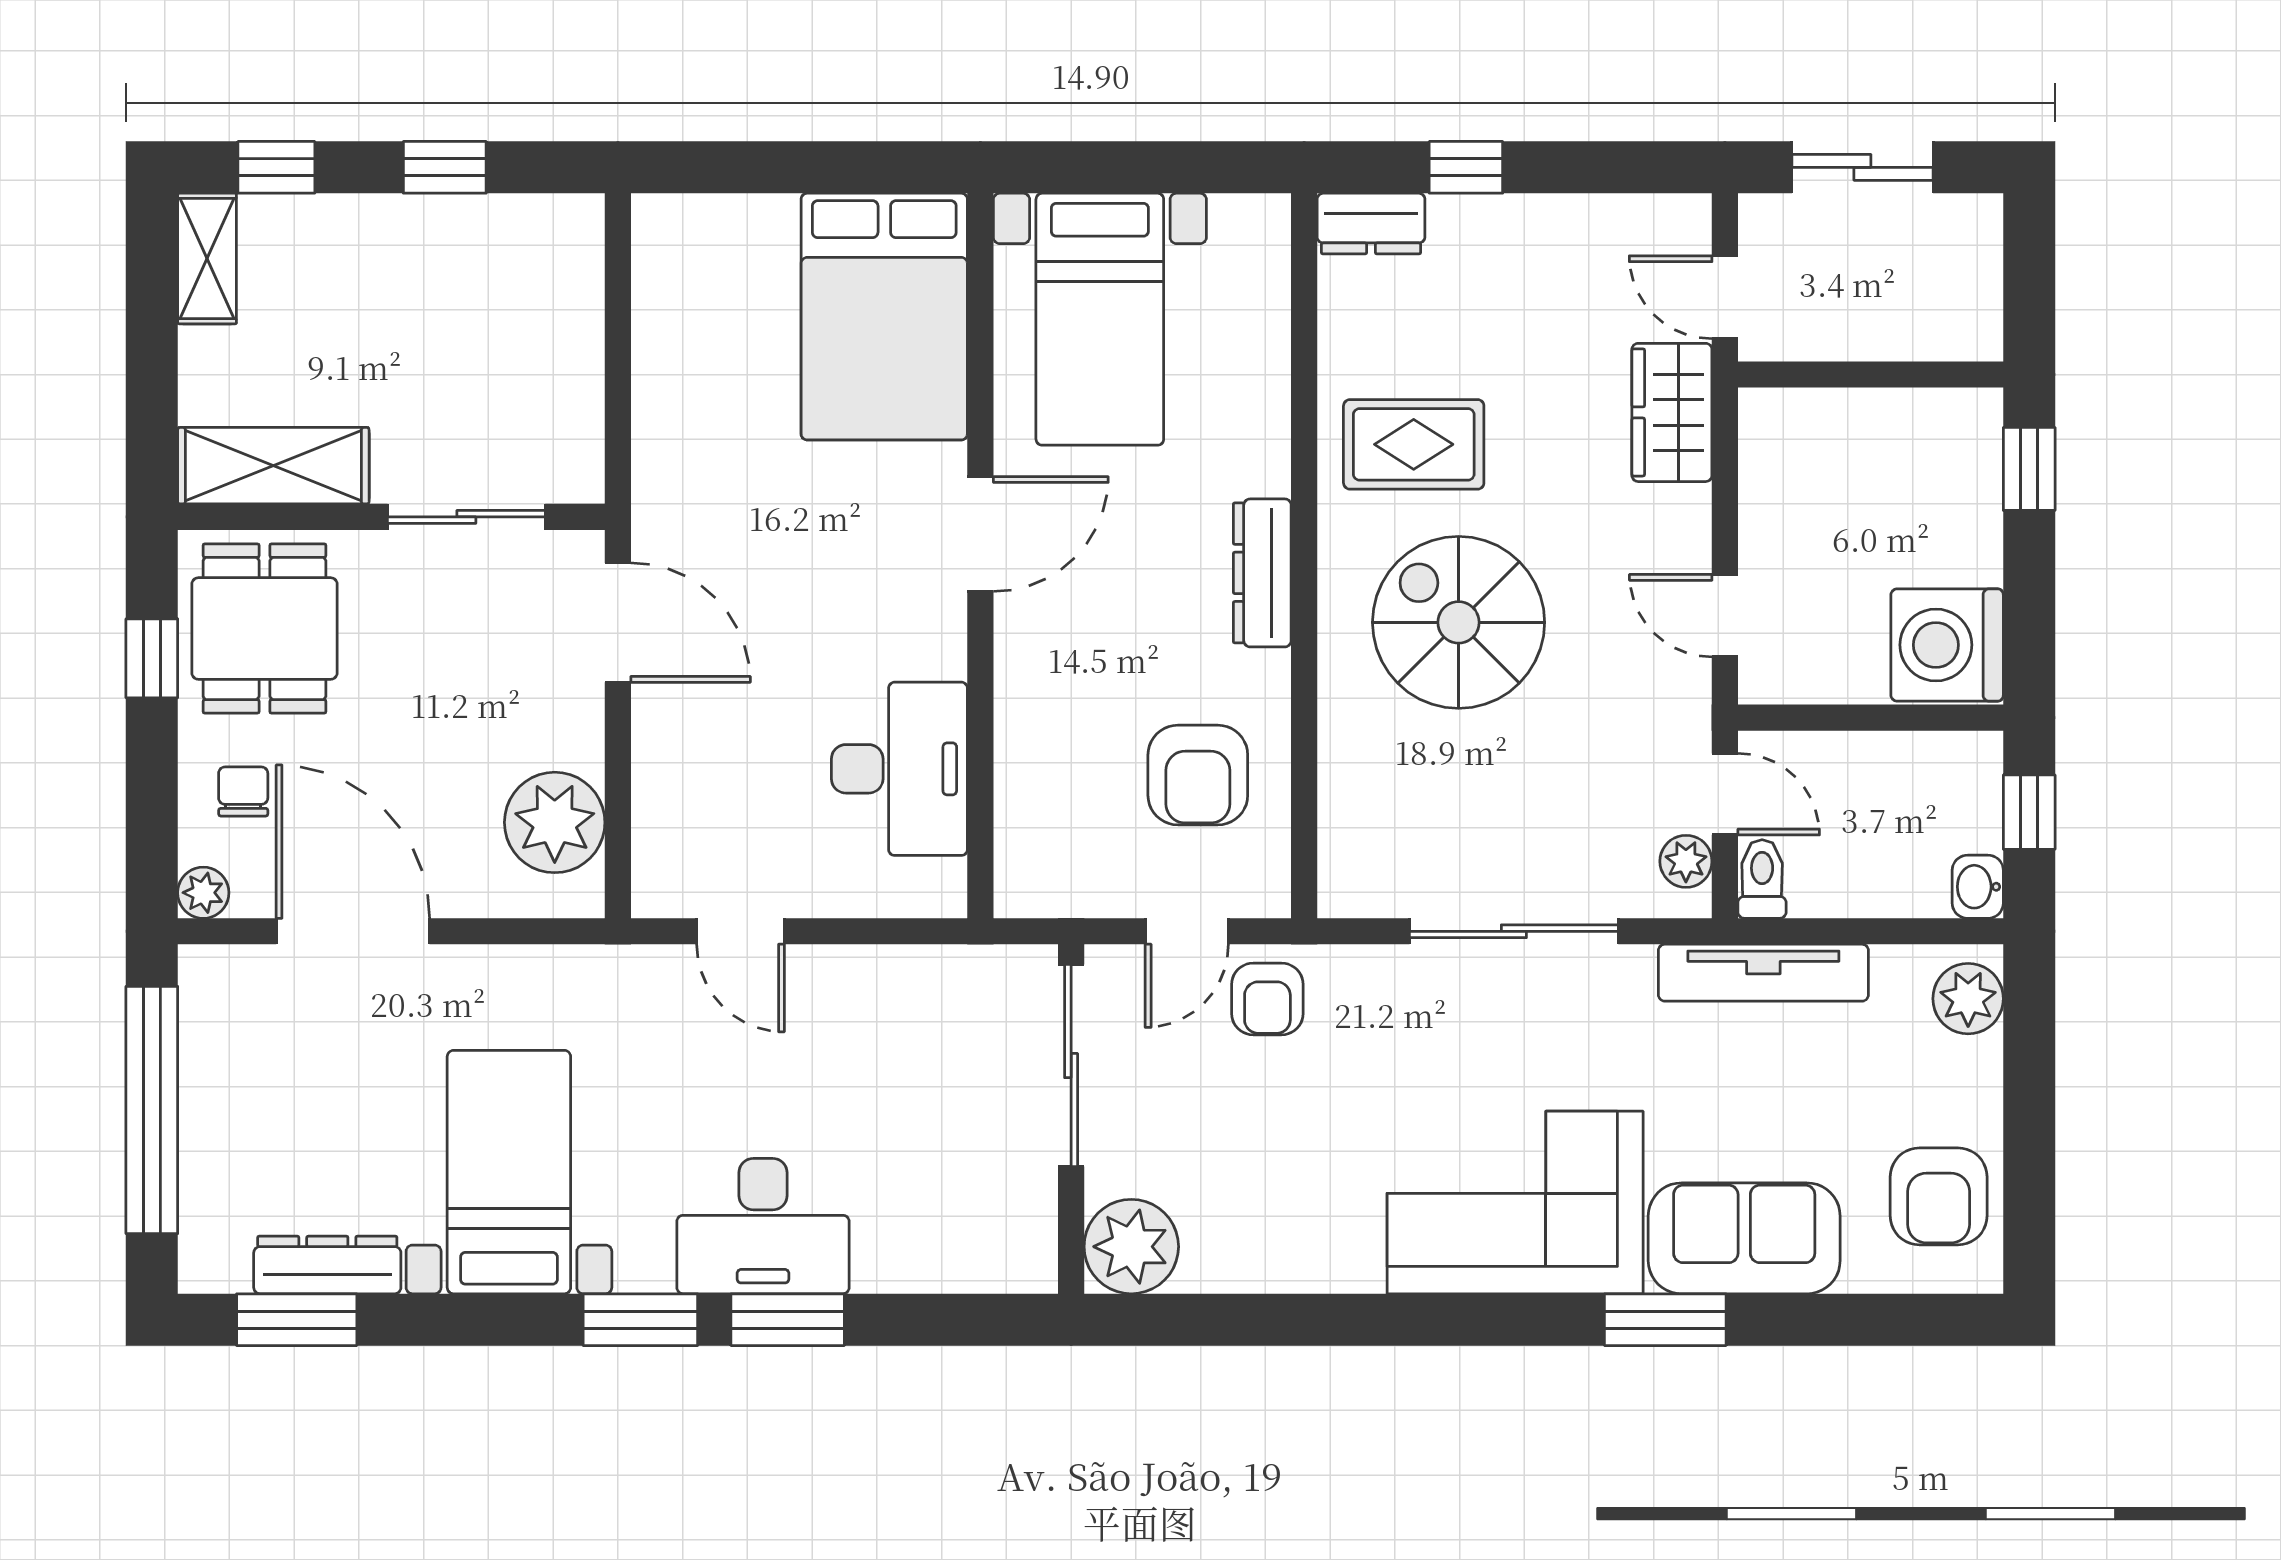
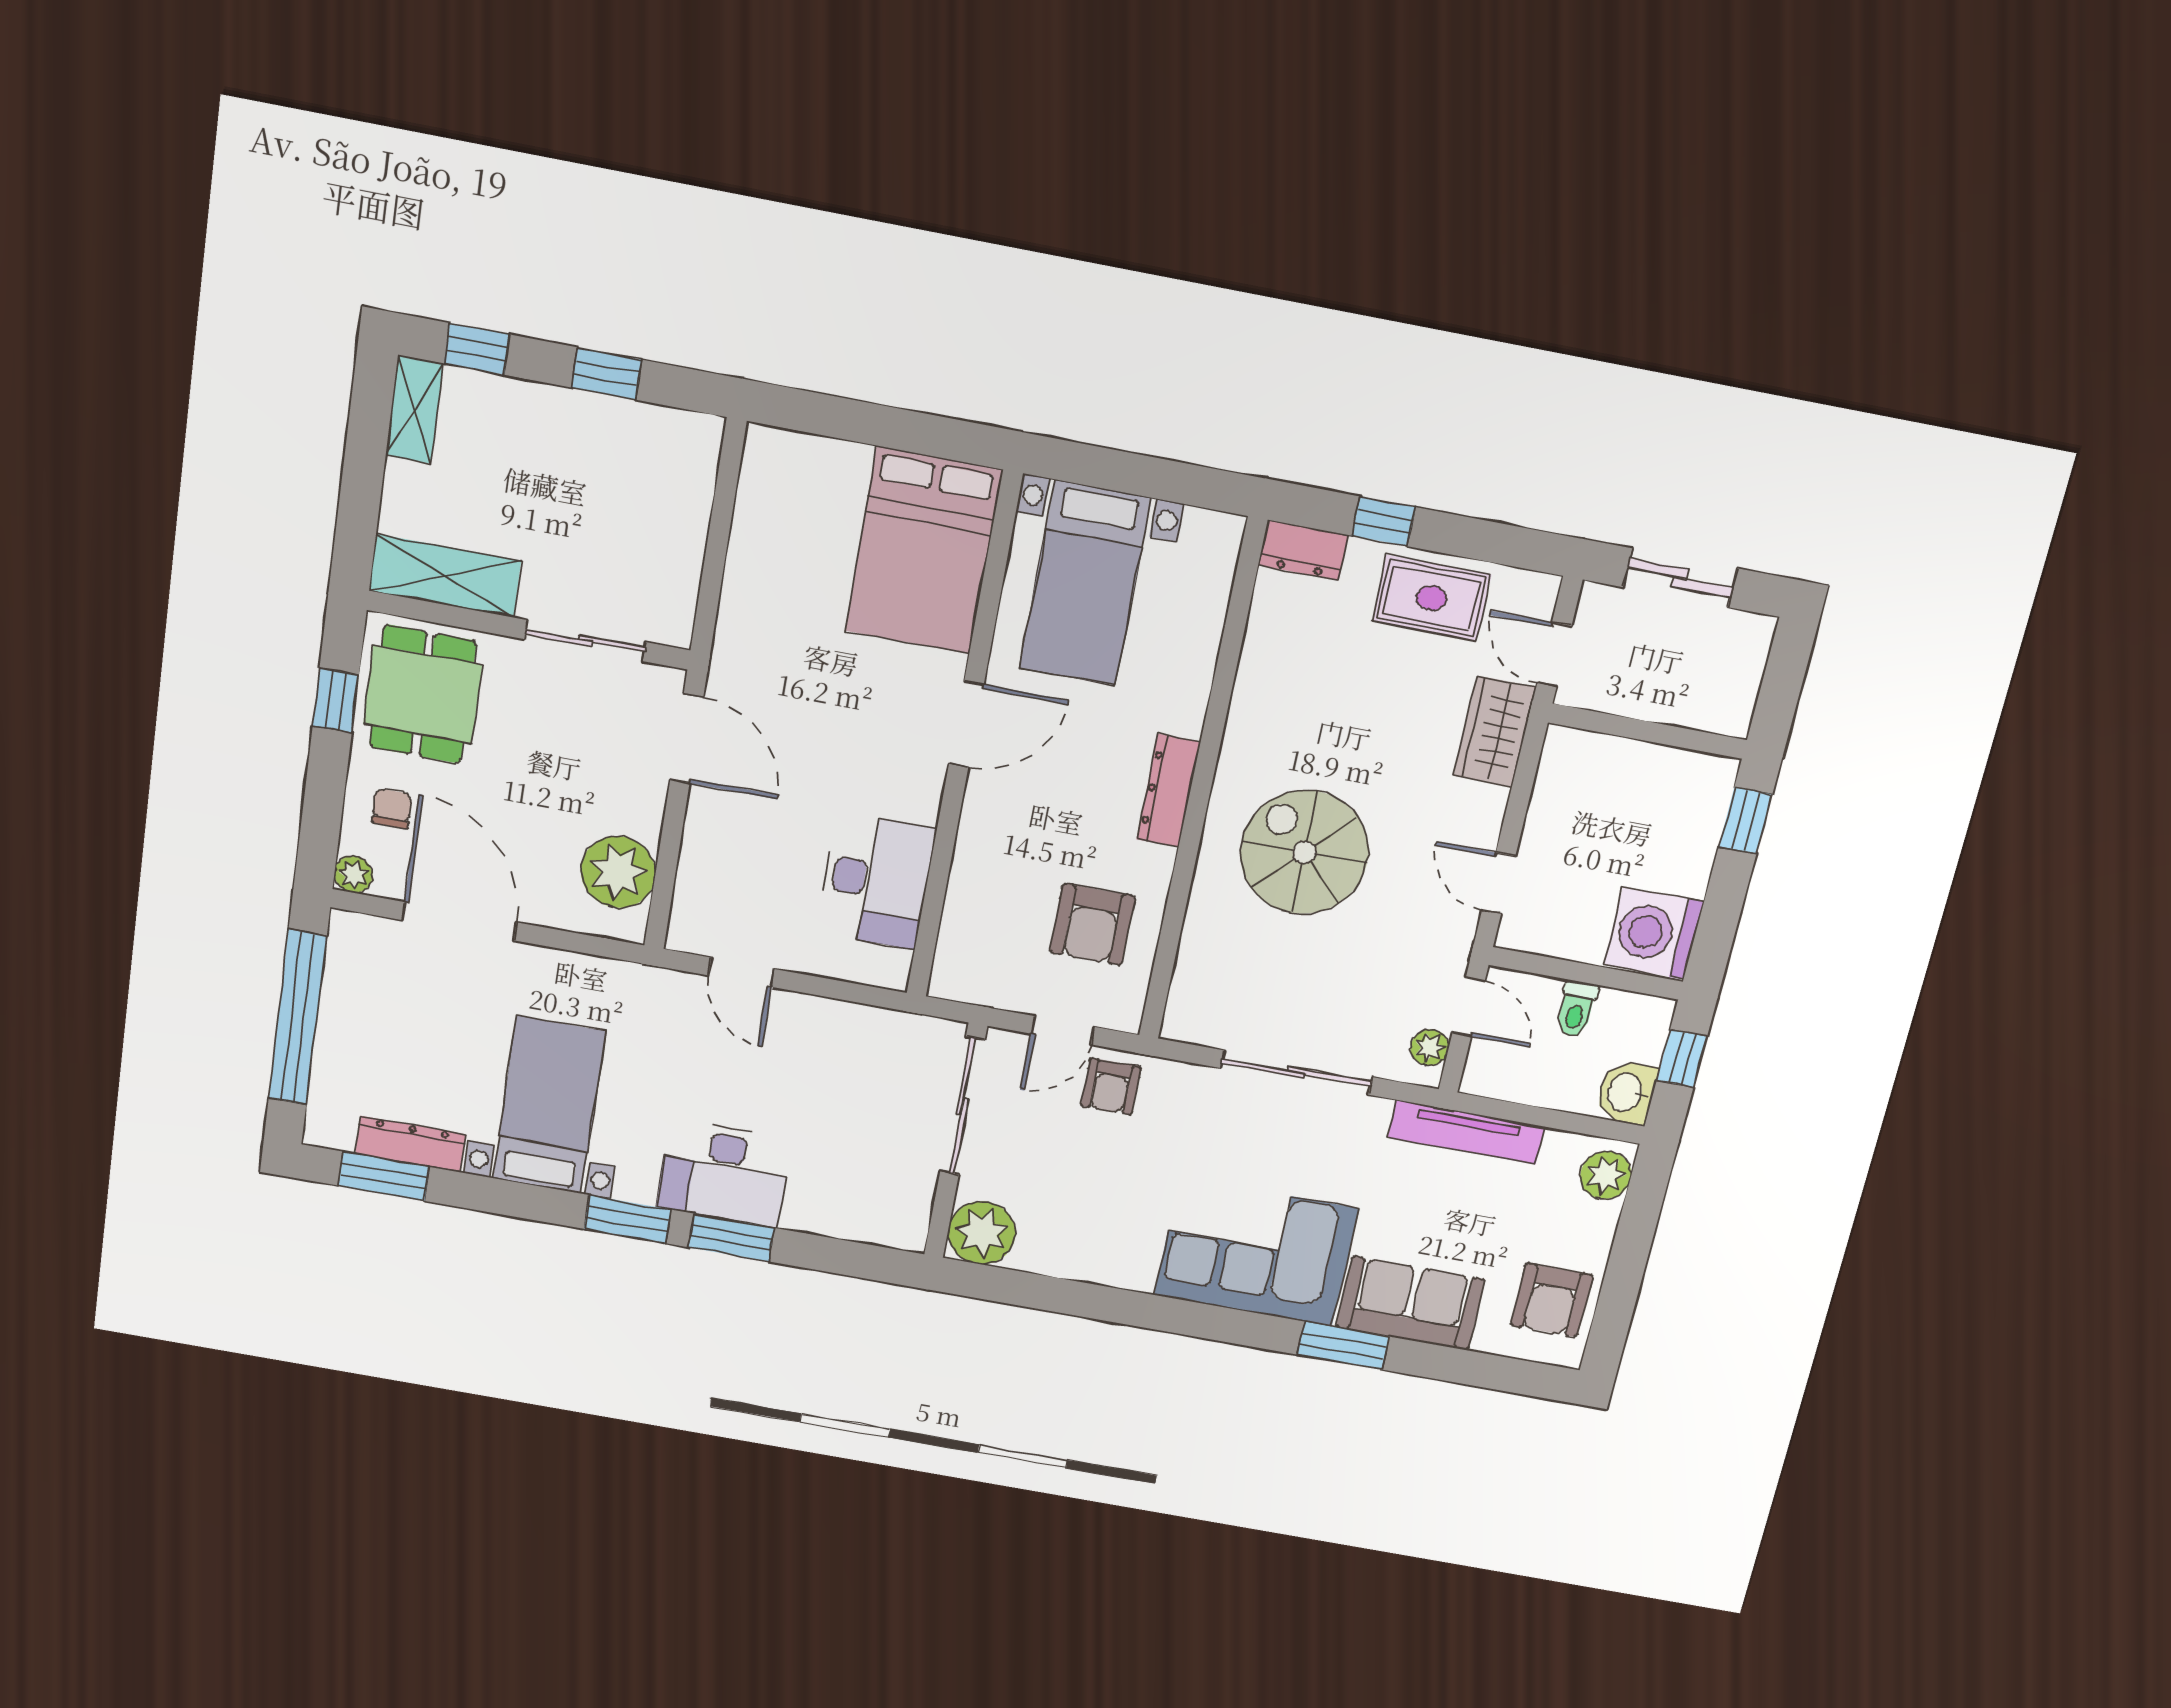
rug: (1414, 444) -> (1431, 598), moved
toilet: (1762, 879) -> (1576, 1009), moved, turned 180
washbasin: (1978, 887) -> (1626, 1093), width x1.38, depth x1.45

